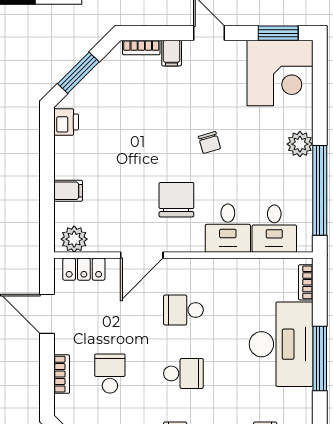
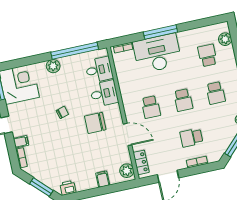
school desk: (183, 373) -> (183, 100), turned 180

